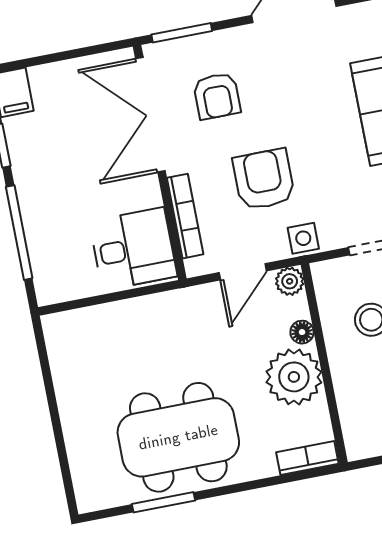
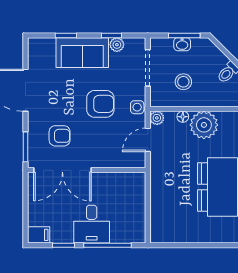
armchair: (264, 179) -> (100, 104), moved, turned 180
bookcase: (185, 216) -> (115, 163), removed
desk: (133, 249) -> (92, 224), moved, turned 180
door: (243, 272) -> (148, 140), swing flipped

